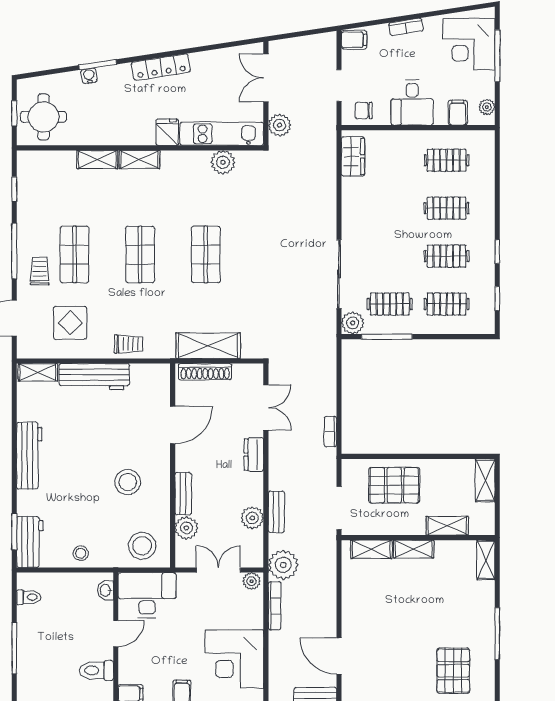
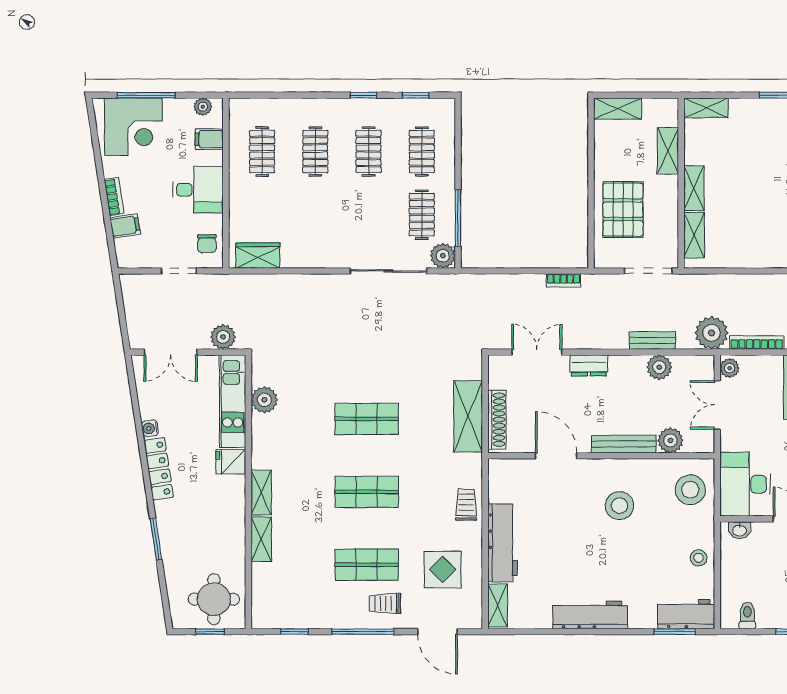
filing cabinet: (354, 40) -> (125, 226), moved, turned 81
water cooler: (89, 76) -> (150, 428), moved
bench: (183, 494) -> (624, 444), width x1.36

